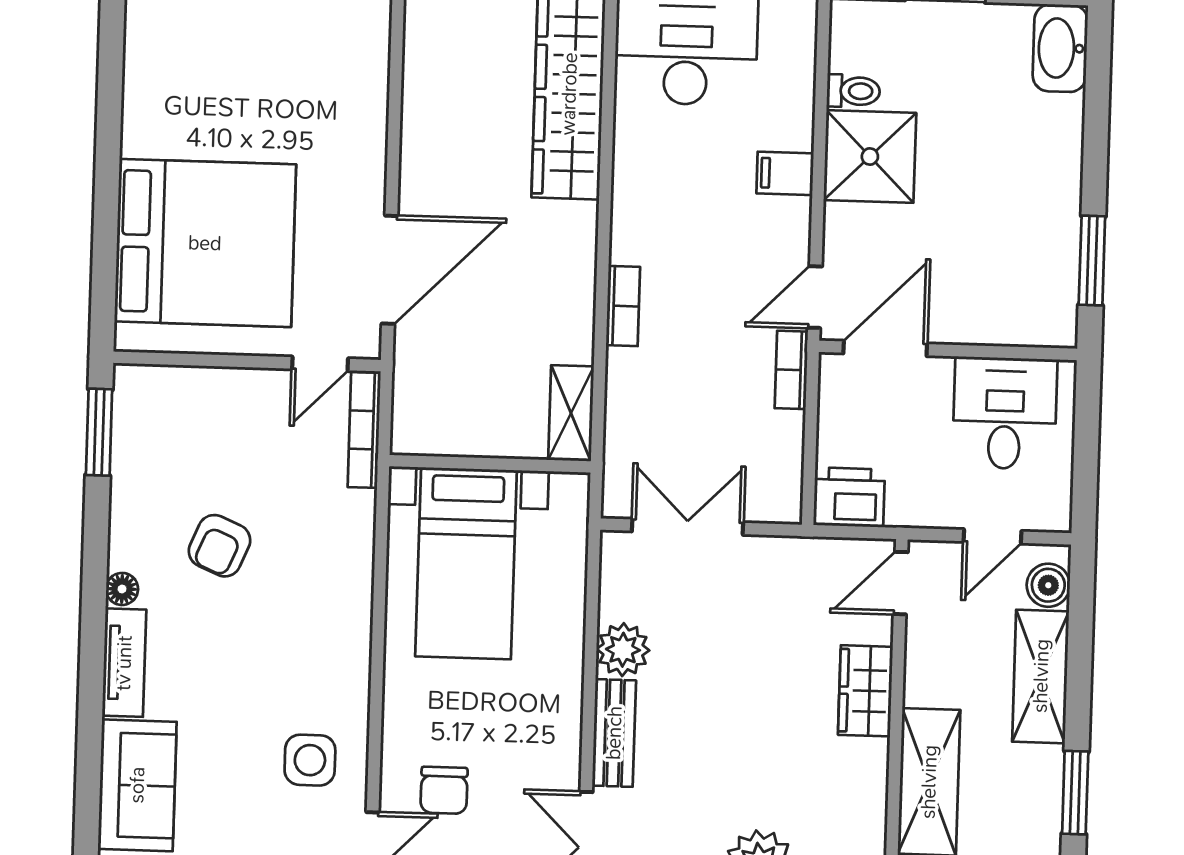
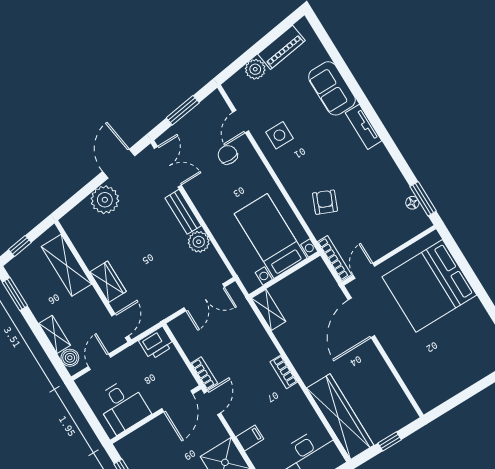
bookcase: (623, 306) -> (284, 372), moved
armchair: (220, 546) -> (325, 202), moved
floor lamp: (122, 589) -> (412, 203), moved
shelving: (1041, 676) -> (55, 334), width x0.67, depth x0.75

